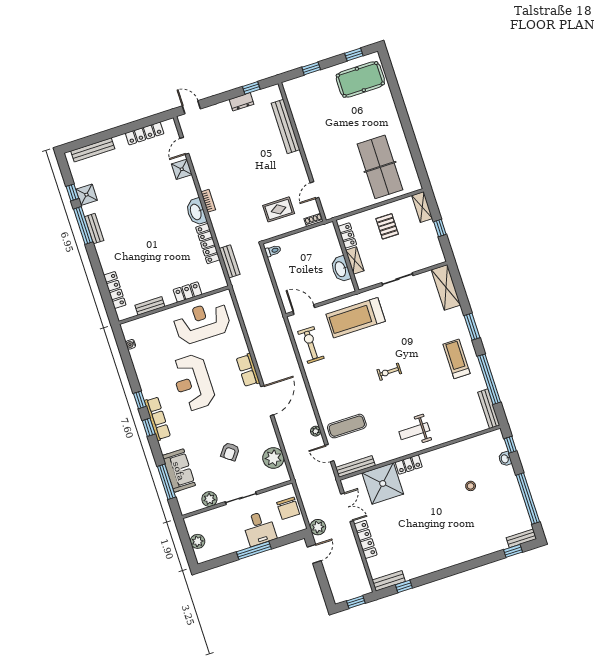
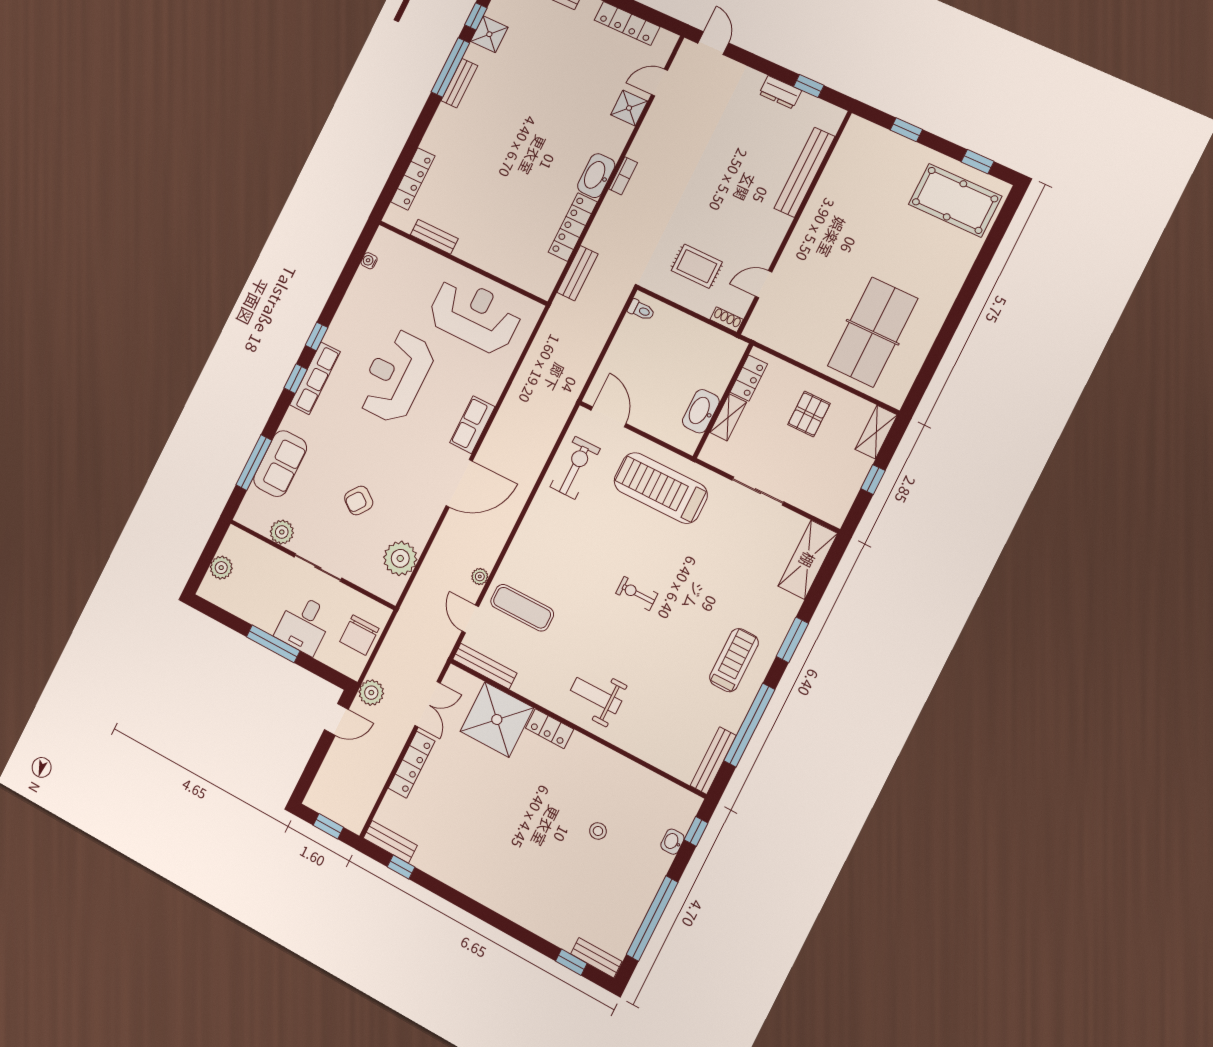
locker: (188, 292) -> (493, 262), removed

